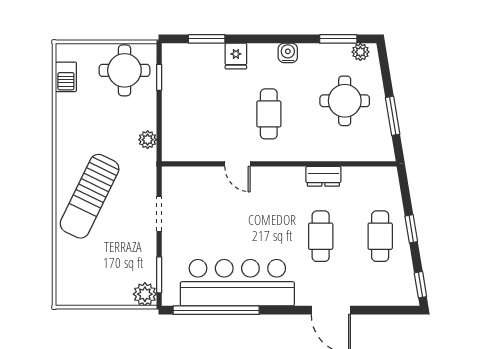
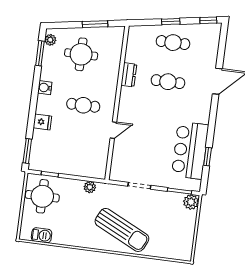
window: (207, 39) -> (27, 151), moved
bar counter: (237, 283) -> (190, 150), width x0.73
window: (216, 310) -> (208, 157), width x0.32

